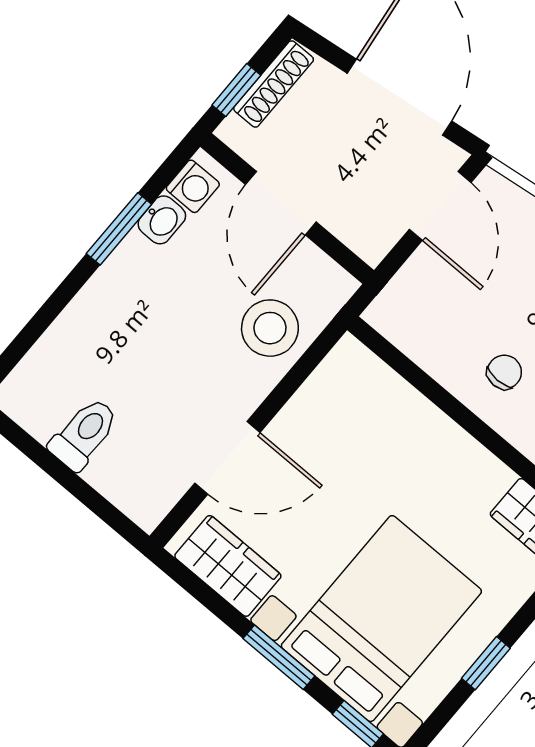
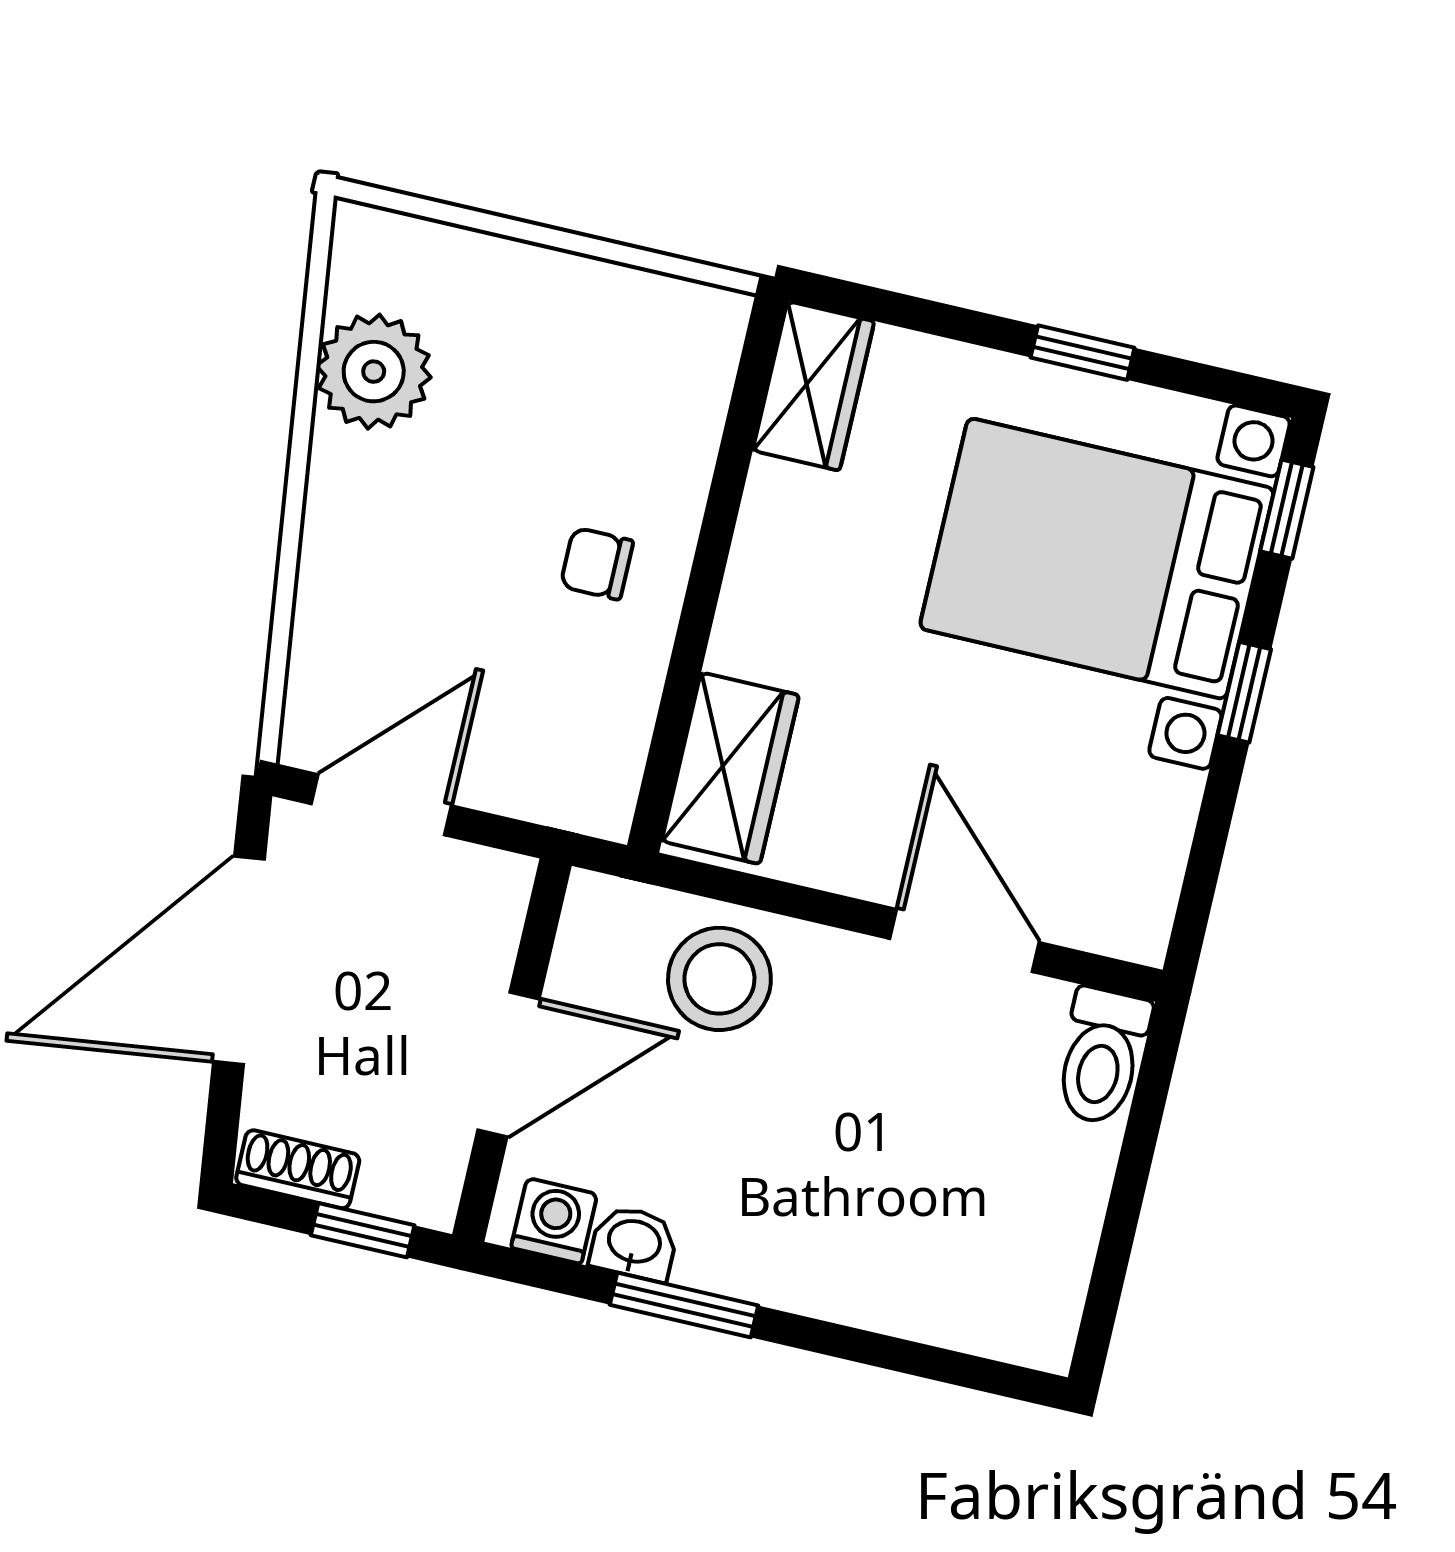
shoe rack: (274, 84) -> (298, 1169), width x0.70
toilet: (84, 434) -> (1102, 1056), moved, turned -90
wardrobe: (228, 566) -> (730, 768), moved, turned 180
window: (279, 657) -> (1244, 692), width x0.67

